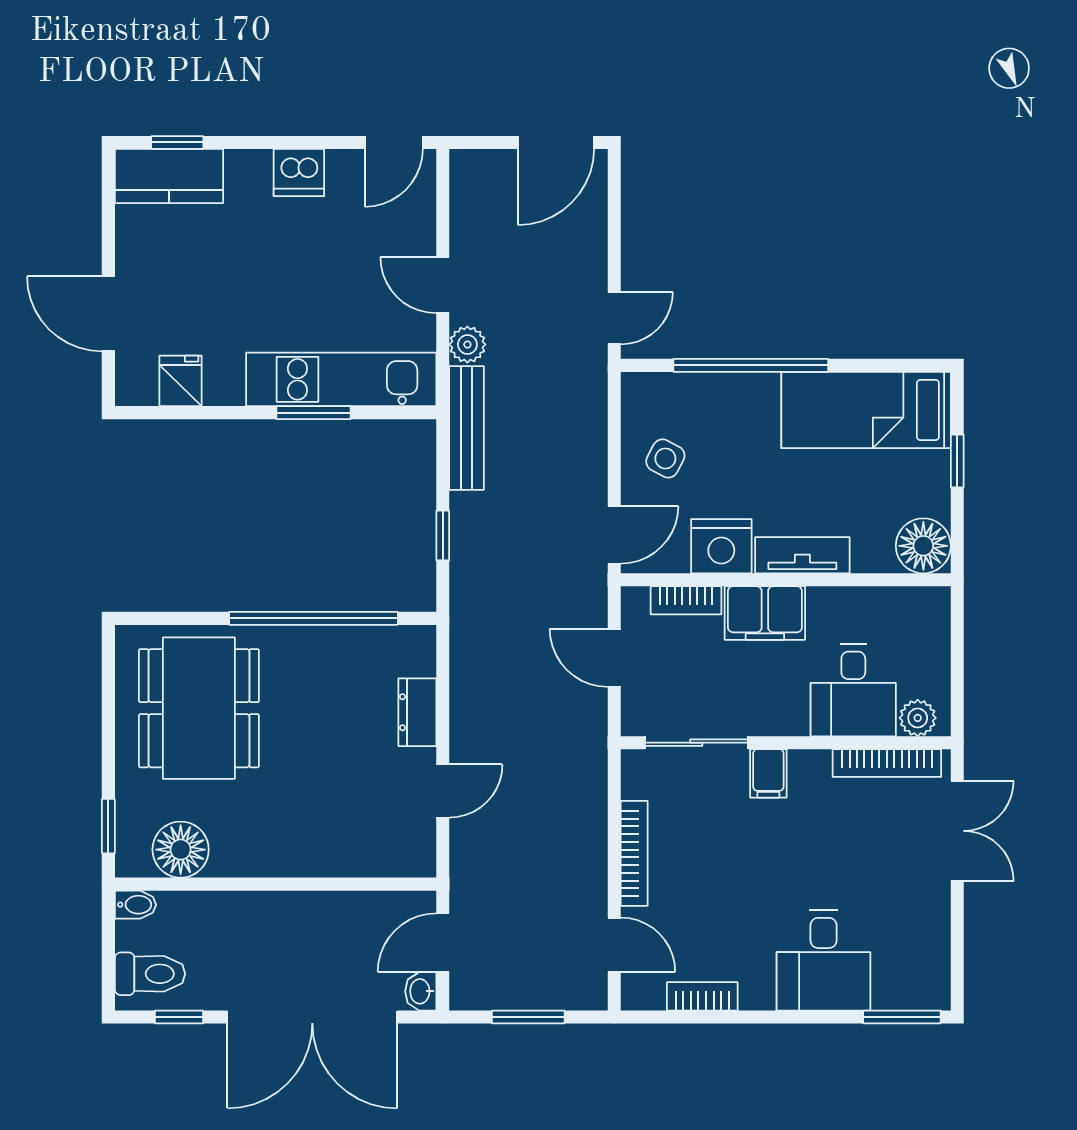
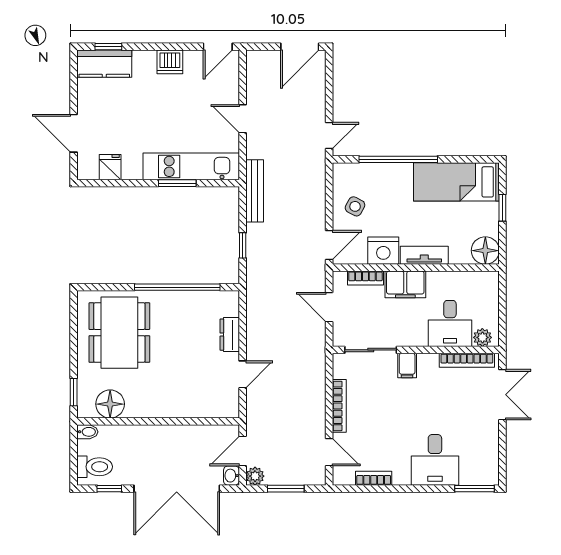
plant: (467, 344) -> (255, 476), moved

